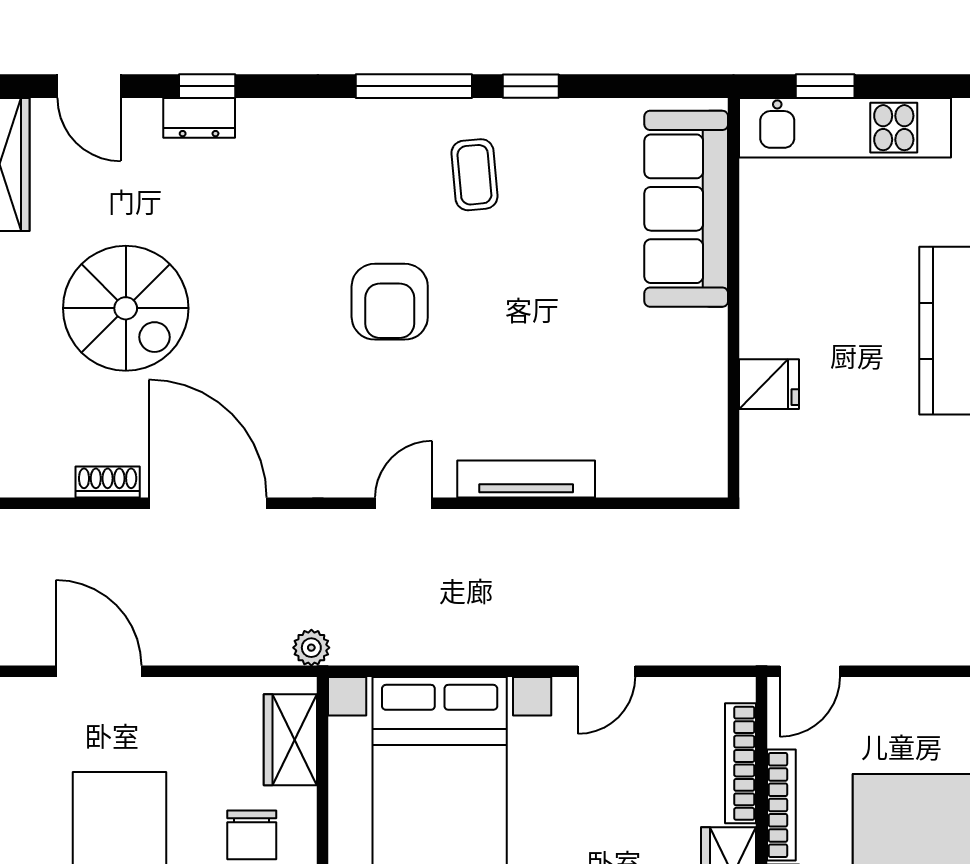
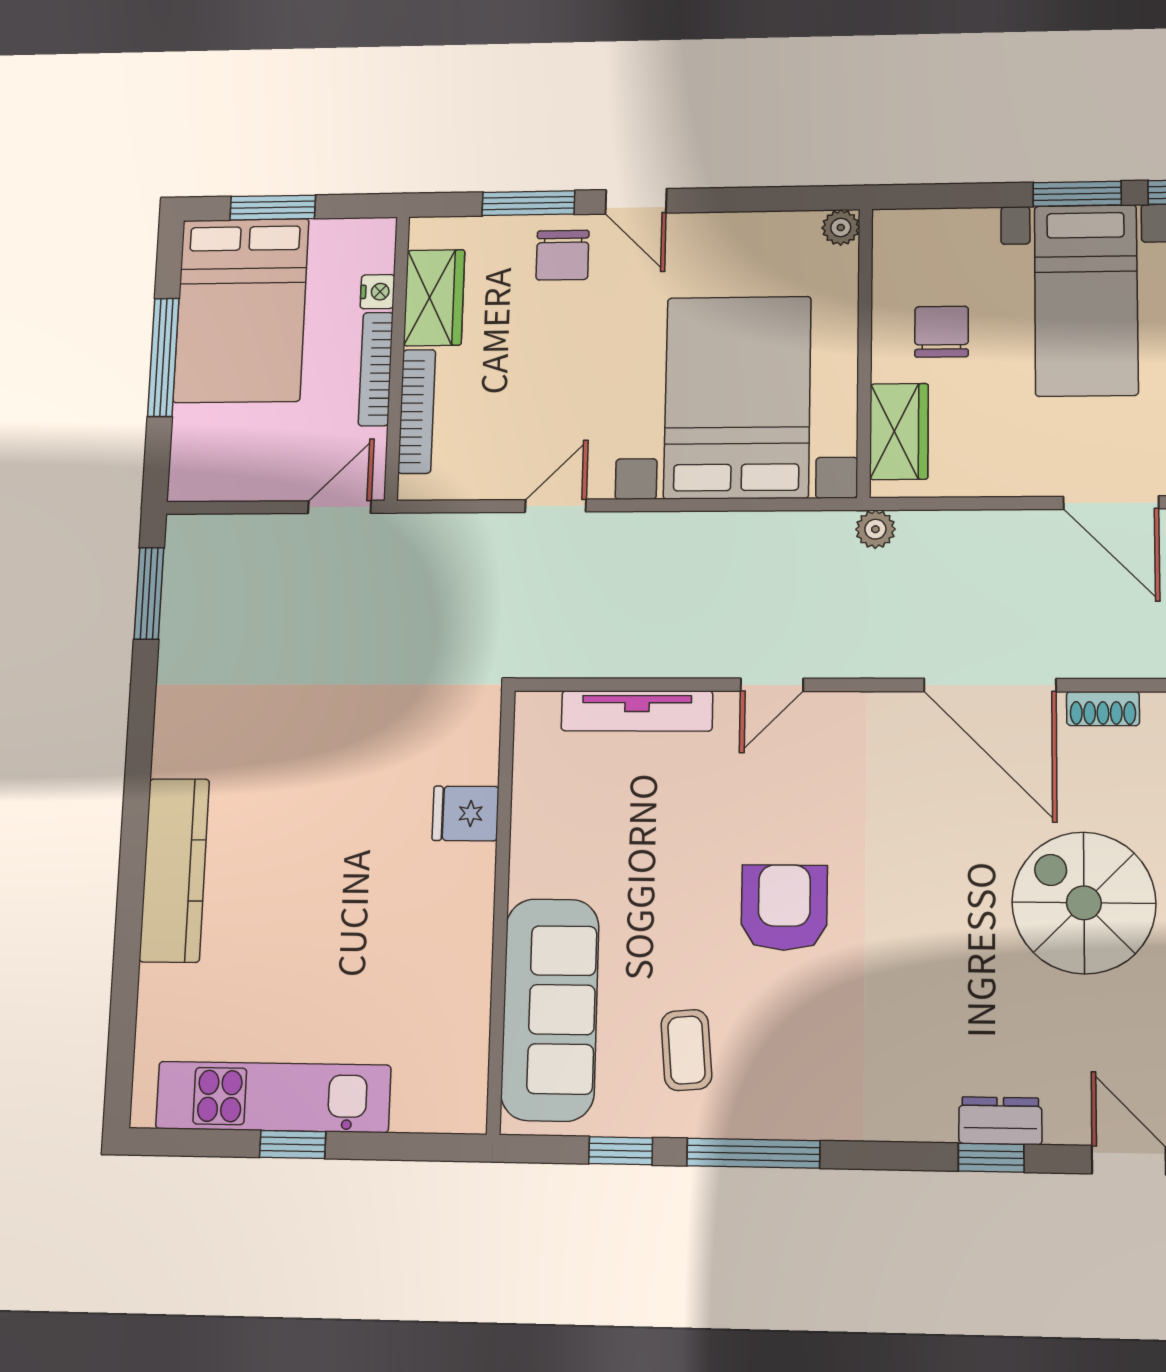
sofa: (686, 209) -> (550, 1009), moved
wall: (734, 298) -> (501, 909), moved
fridge: (769, 384) -> (465, 813), moved

